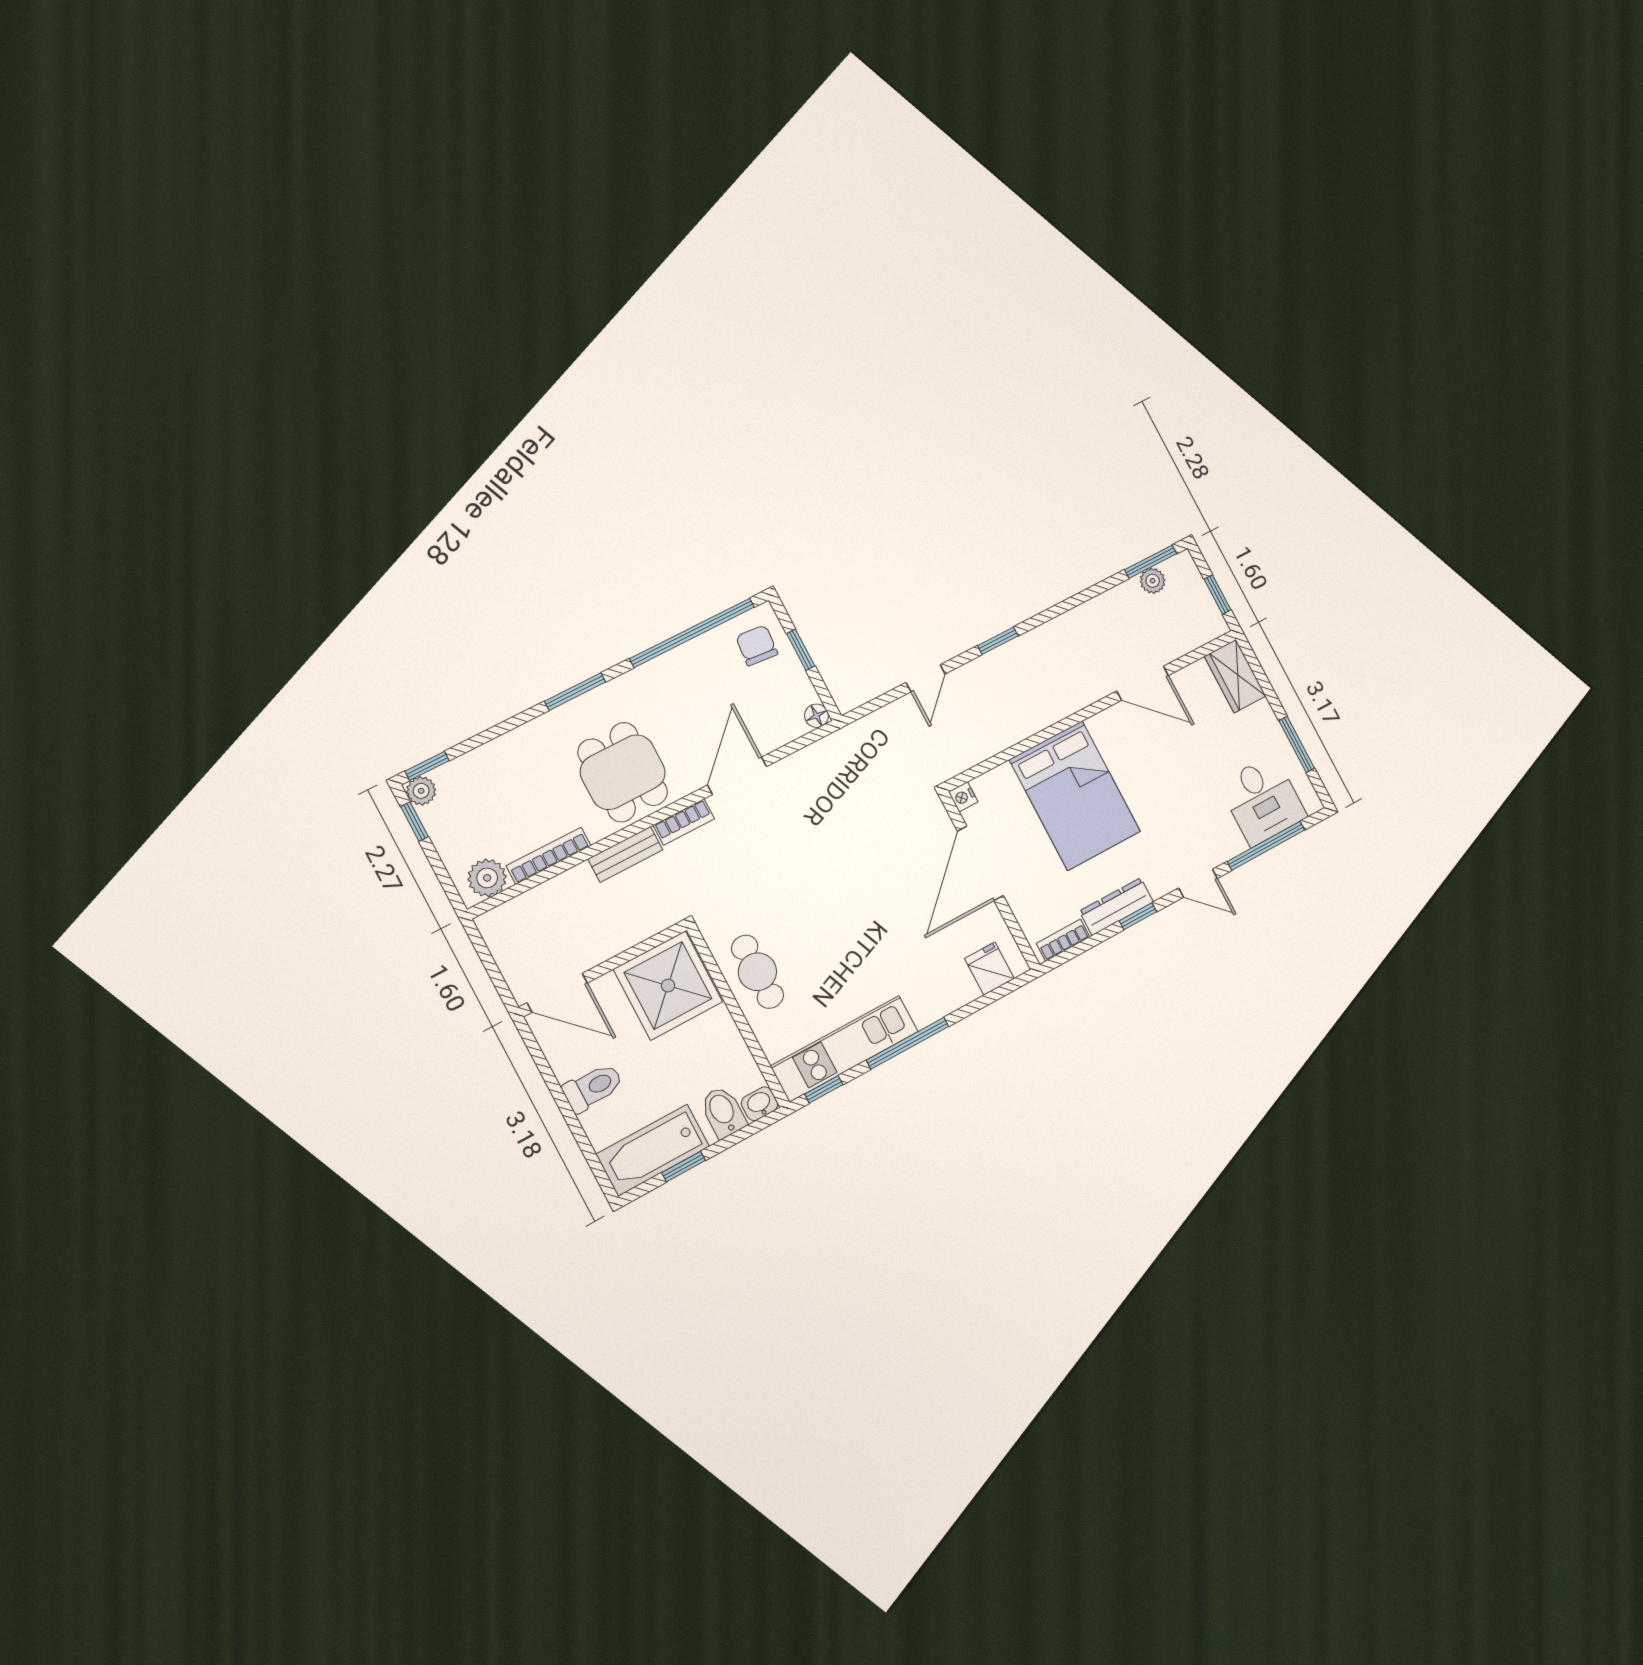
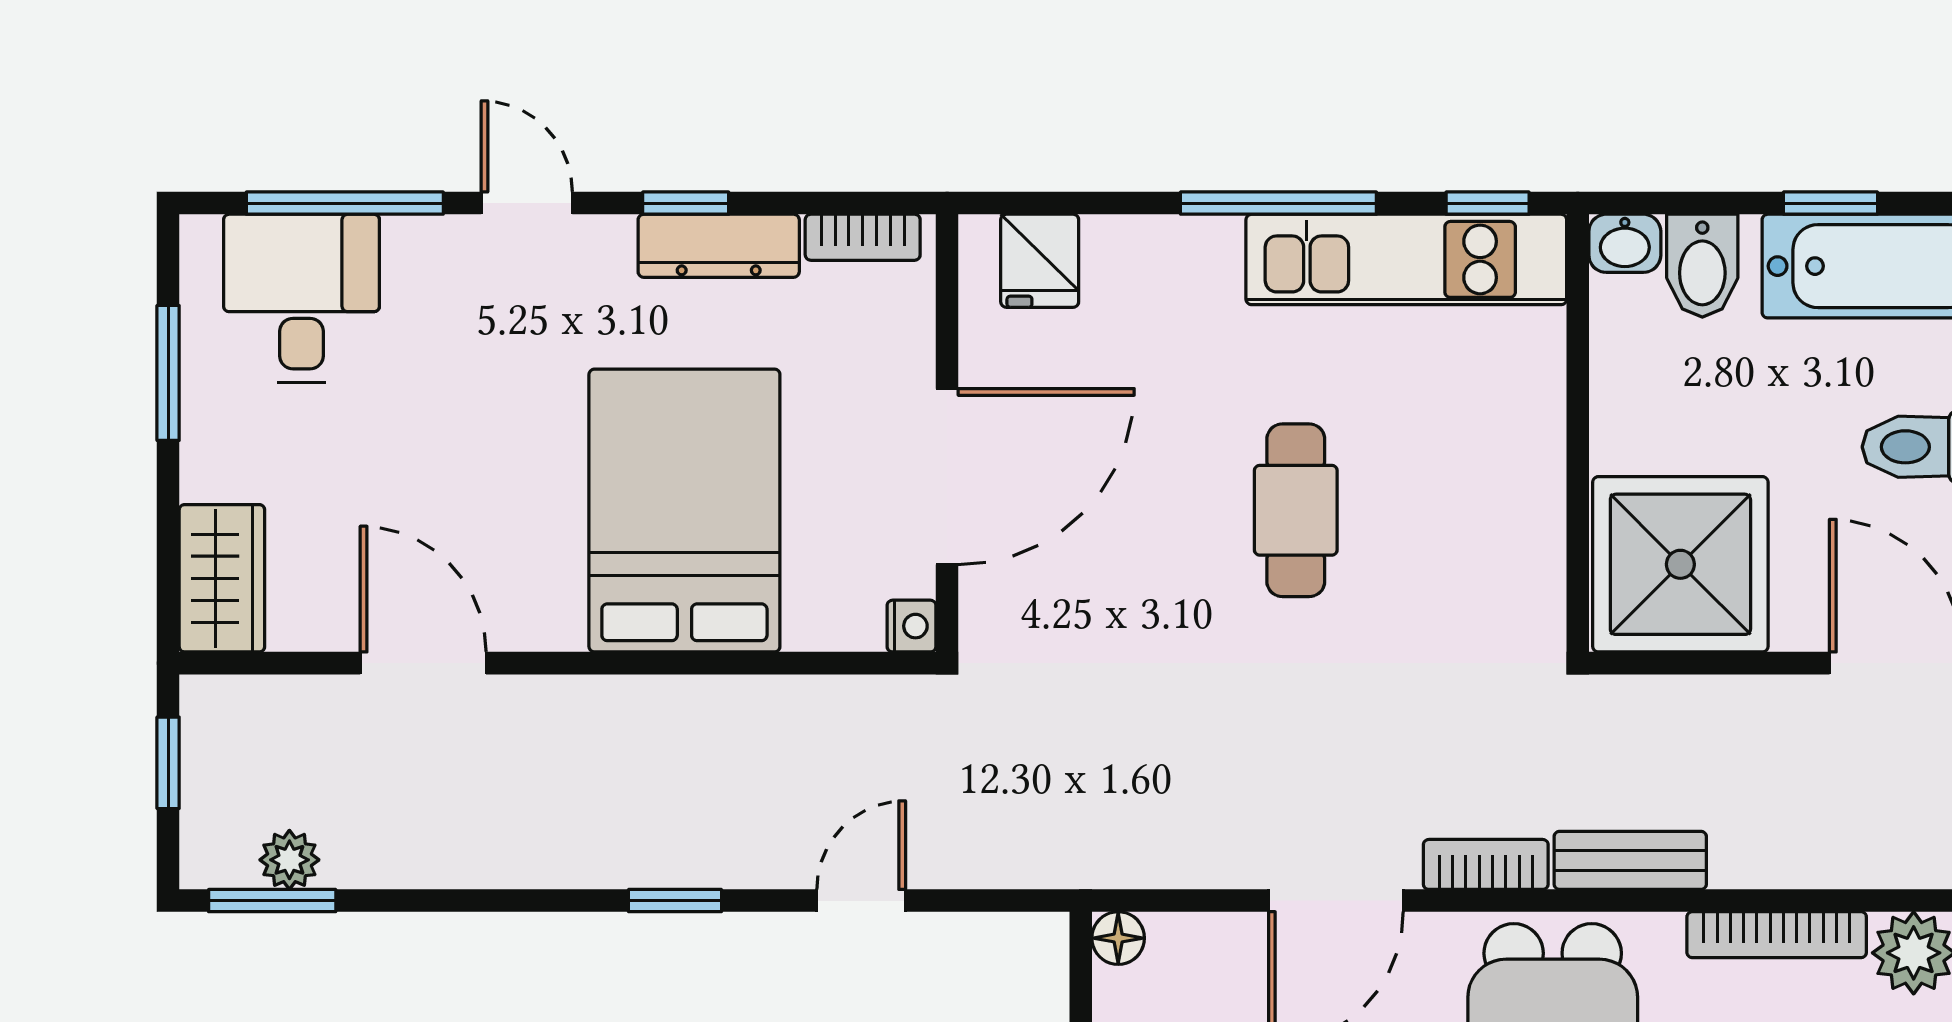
cafe table: (757, 972) -> (1296, 510), moved

